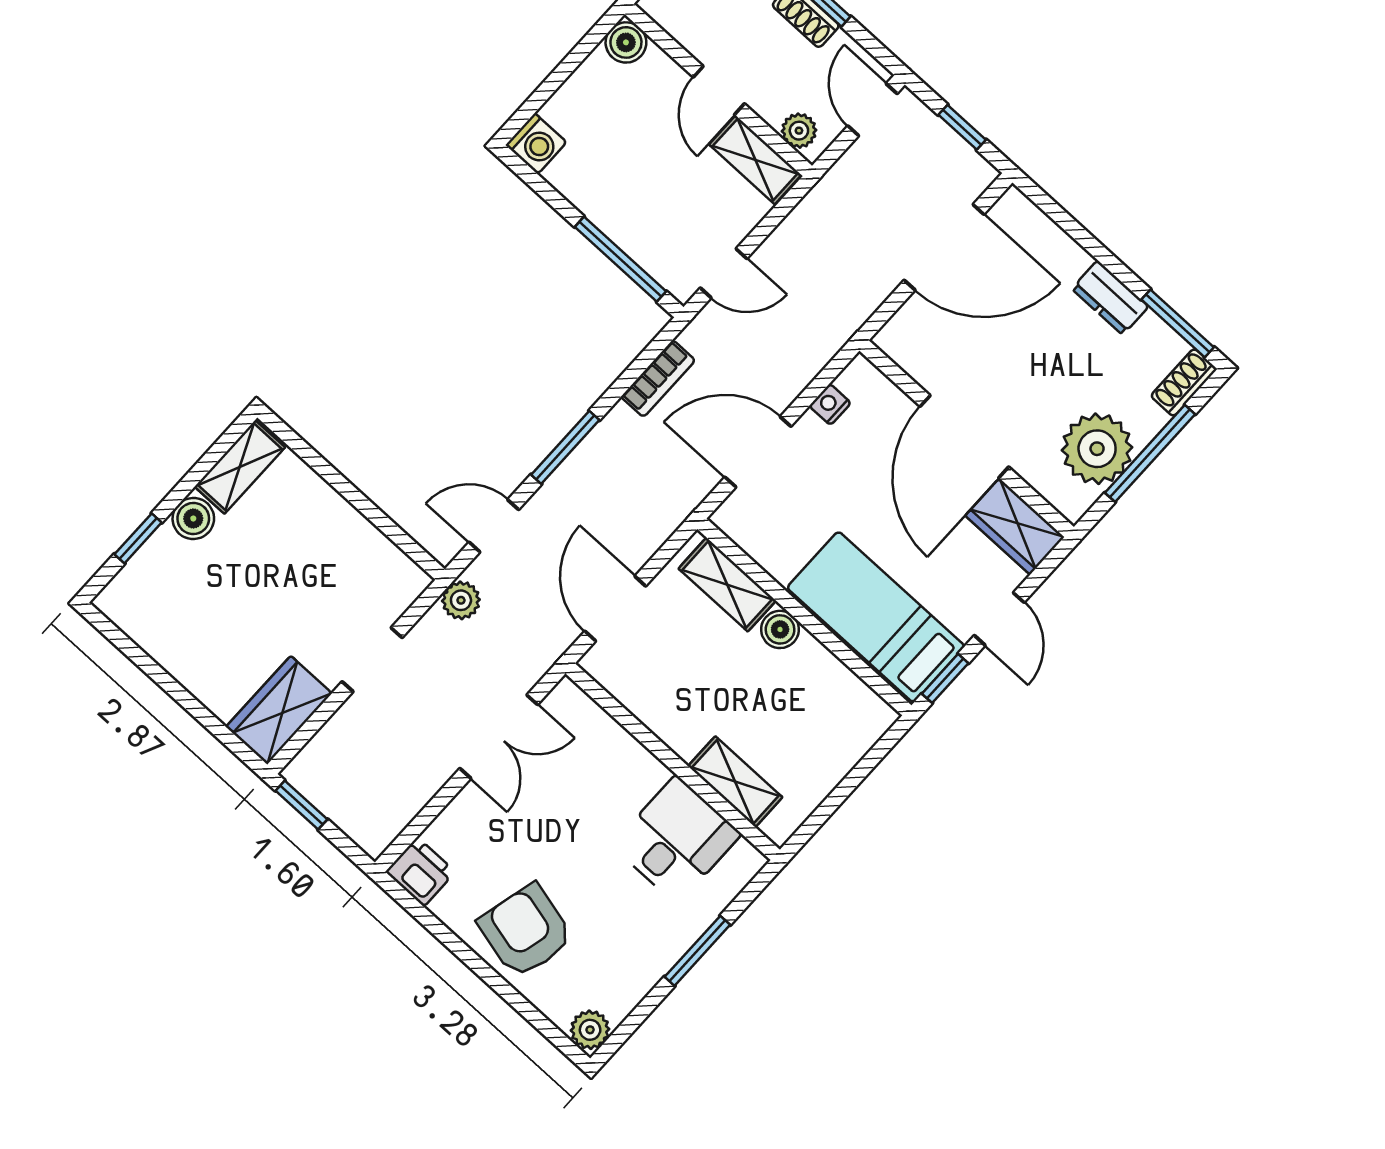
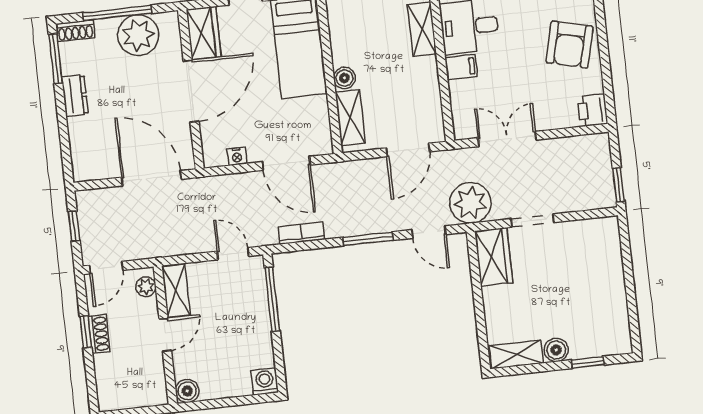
door: (944, 247) -> (151, 178), moved
plant: (461, 600) -> (470, 203), width x1.88, depth x1.88
wardrobe: (279, 710) -> (494, 257), moved, turned -90
filing cabinet: (641, 777) -> (461, 67), added

